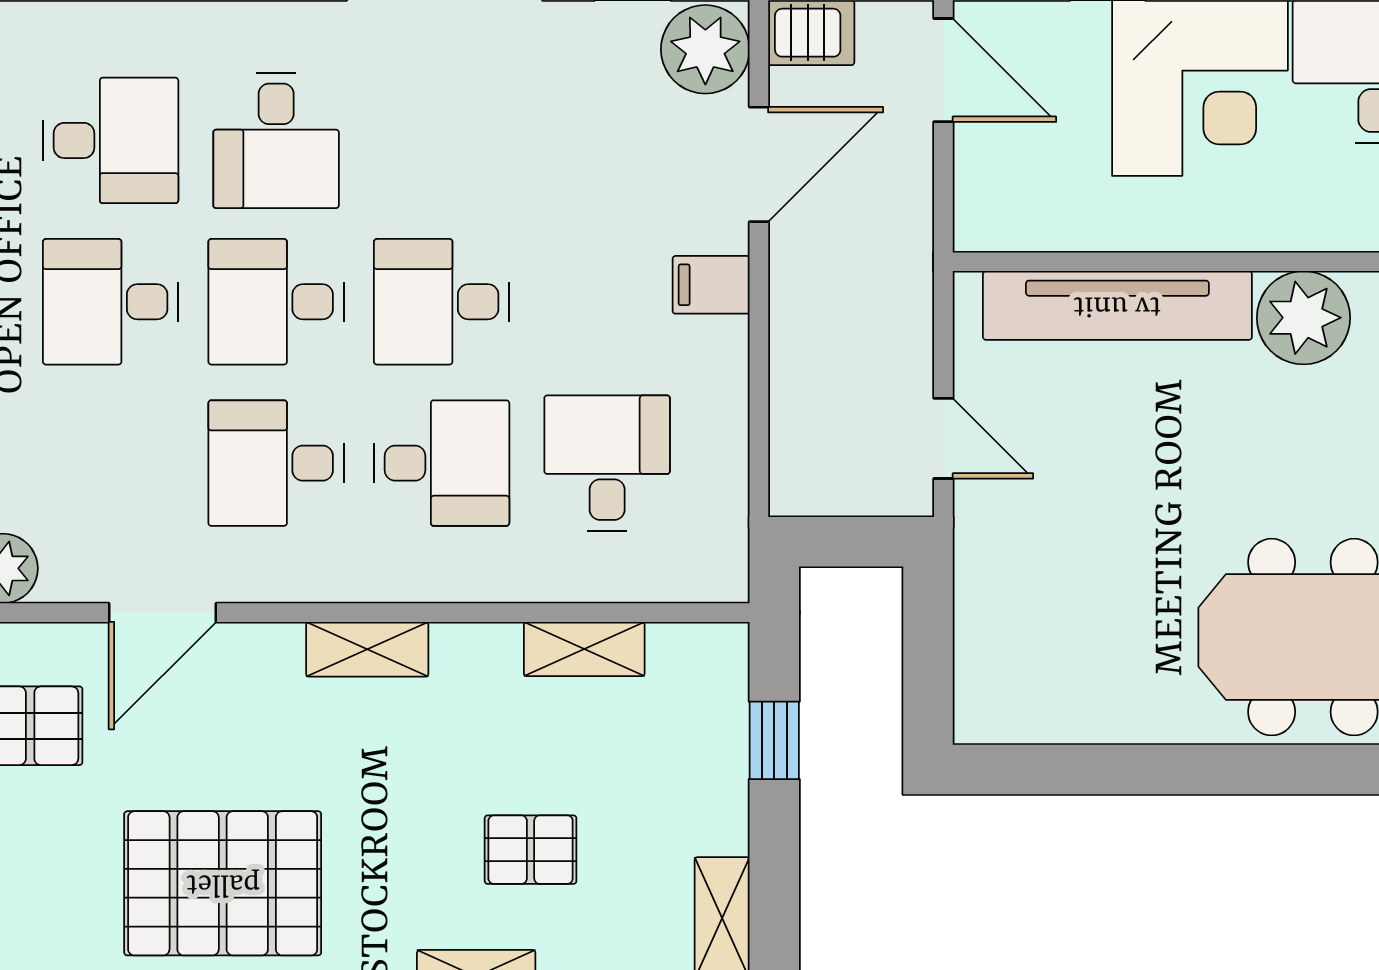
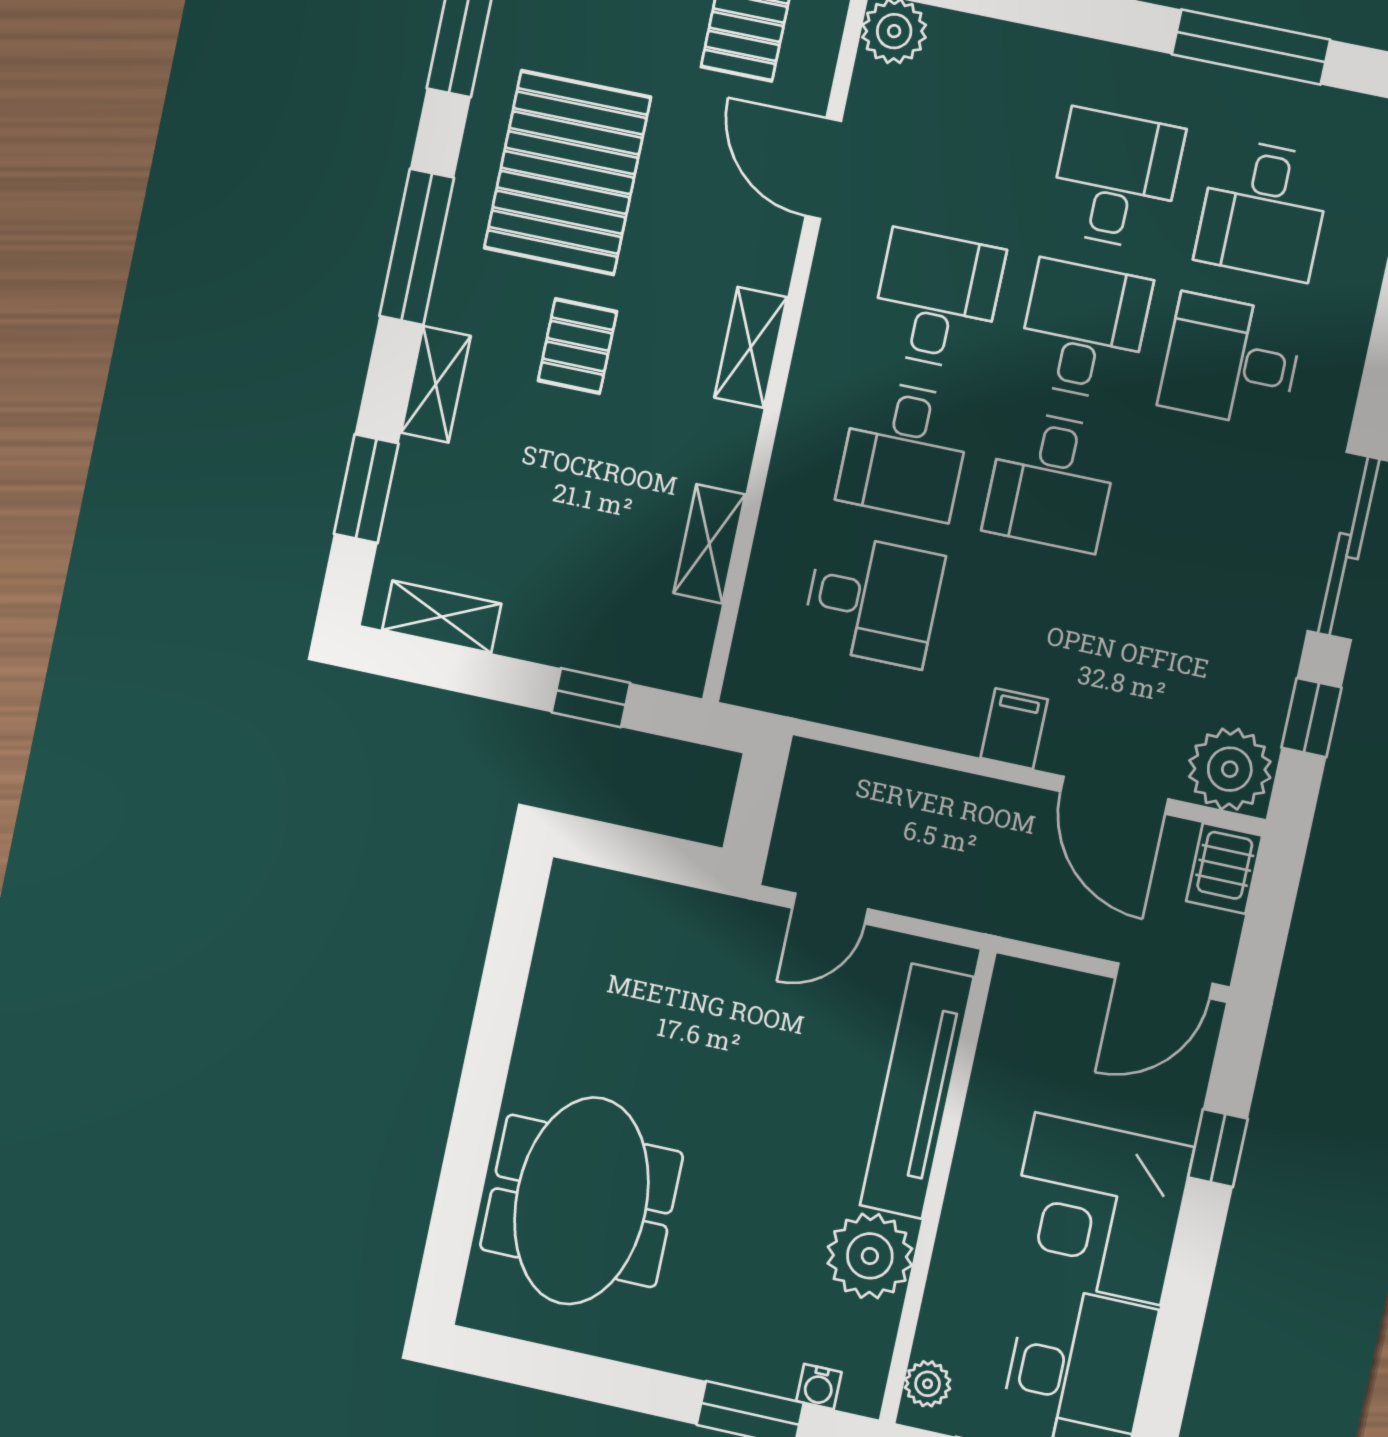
desk: (442, 302) -> (1051, 481), turned 180
pallet: (531, 850) -> (577, 346), moved

